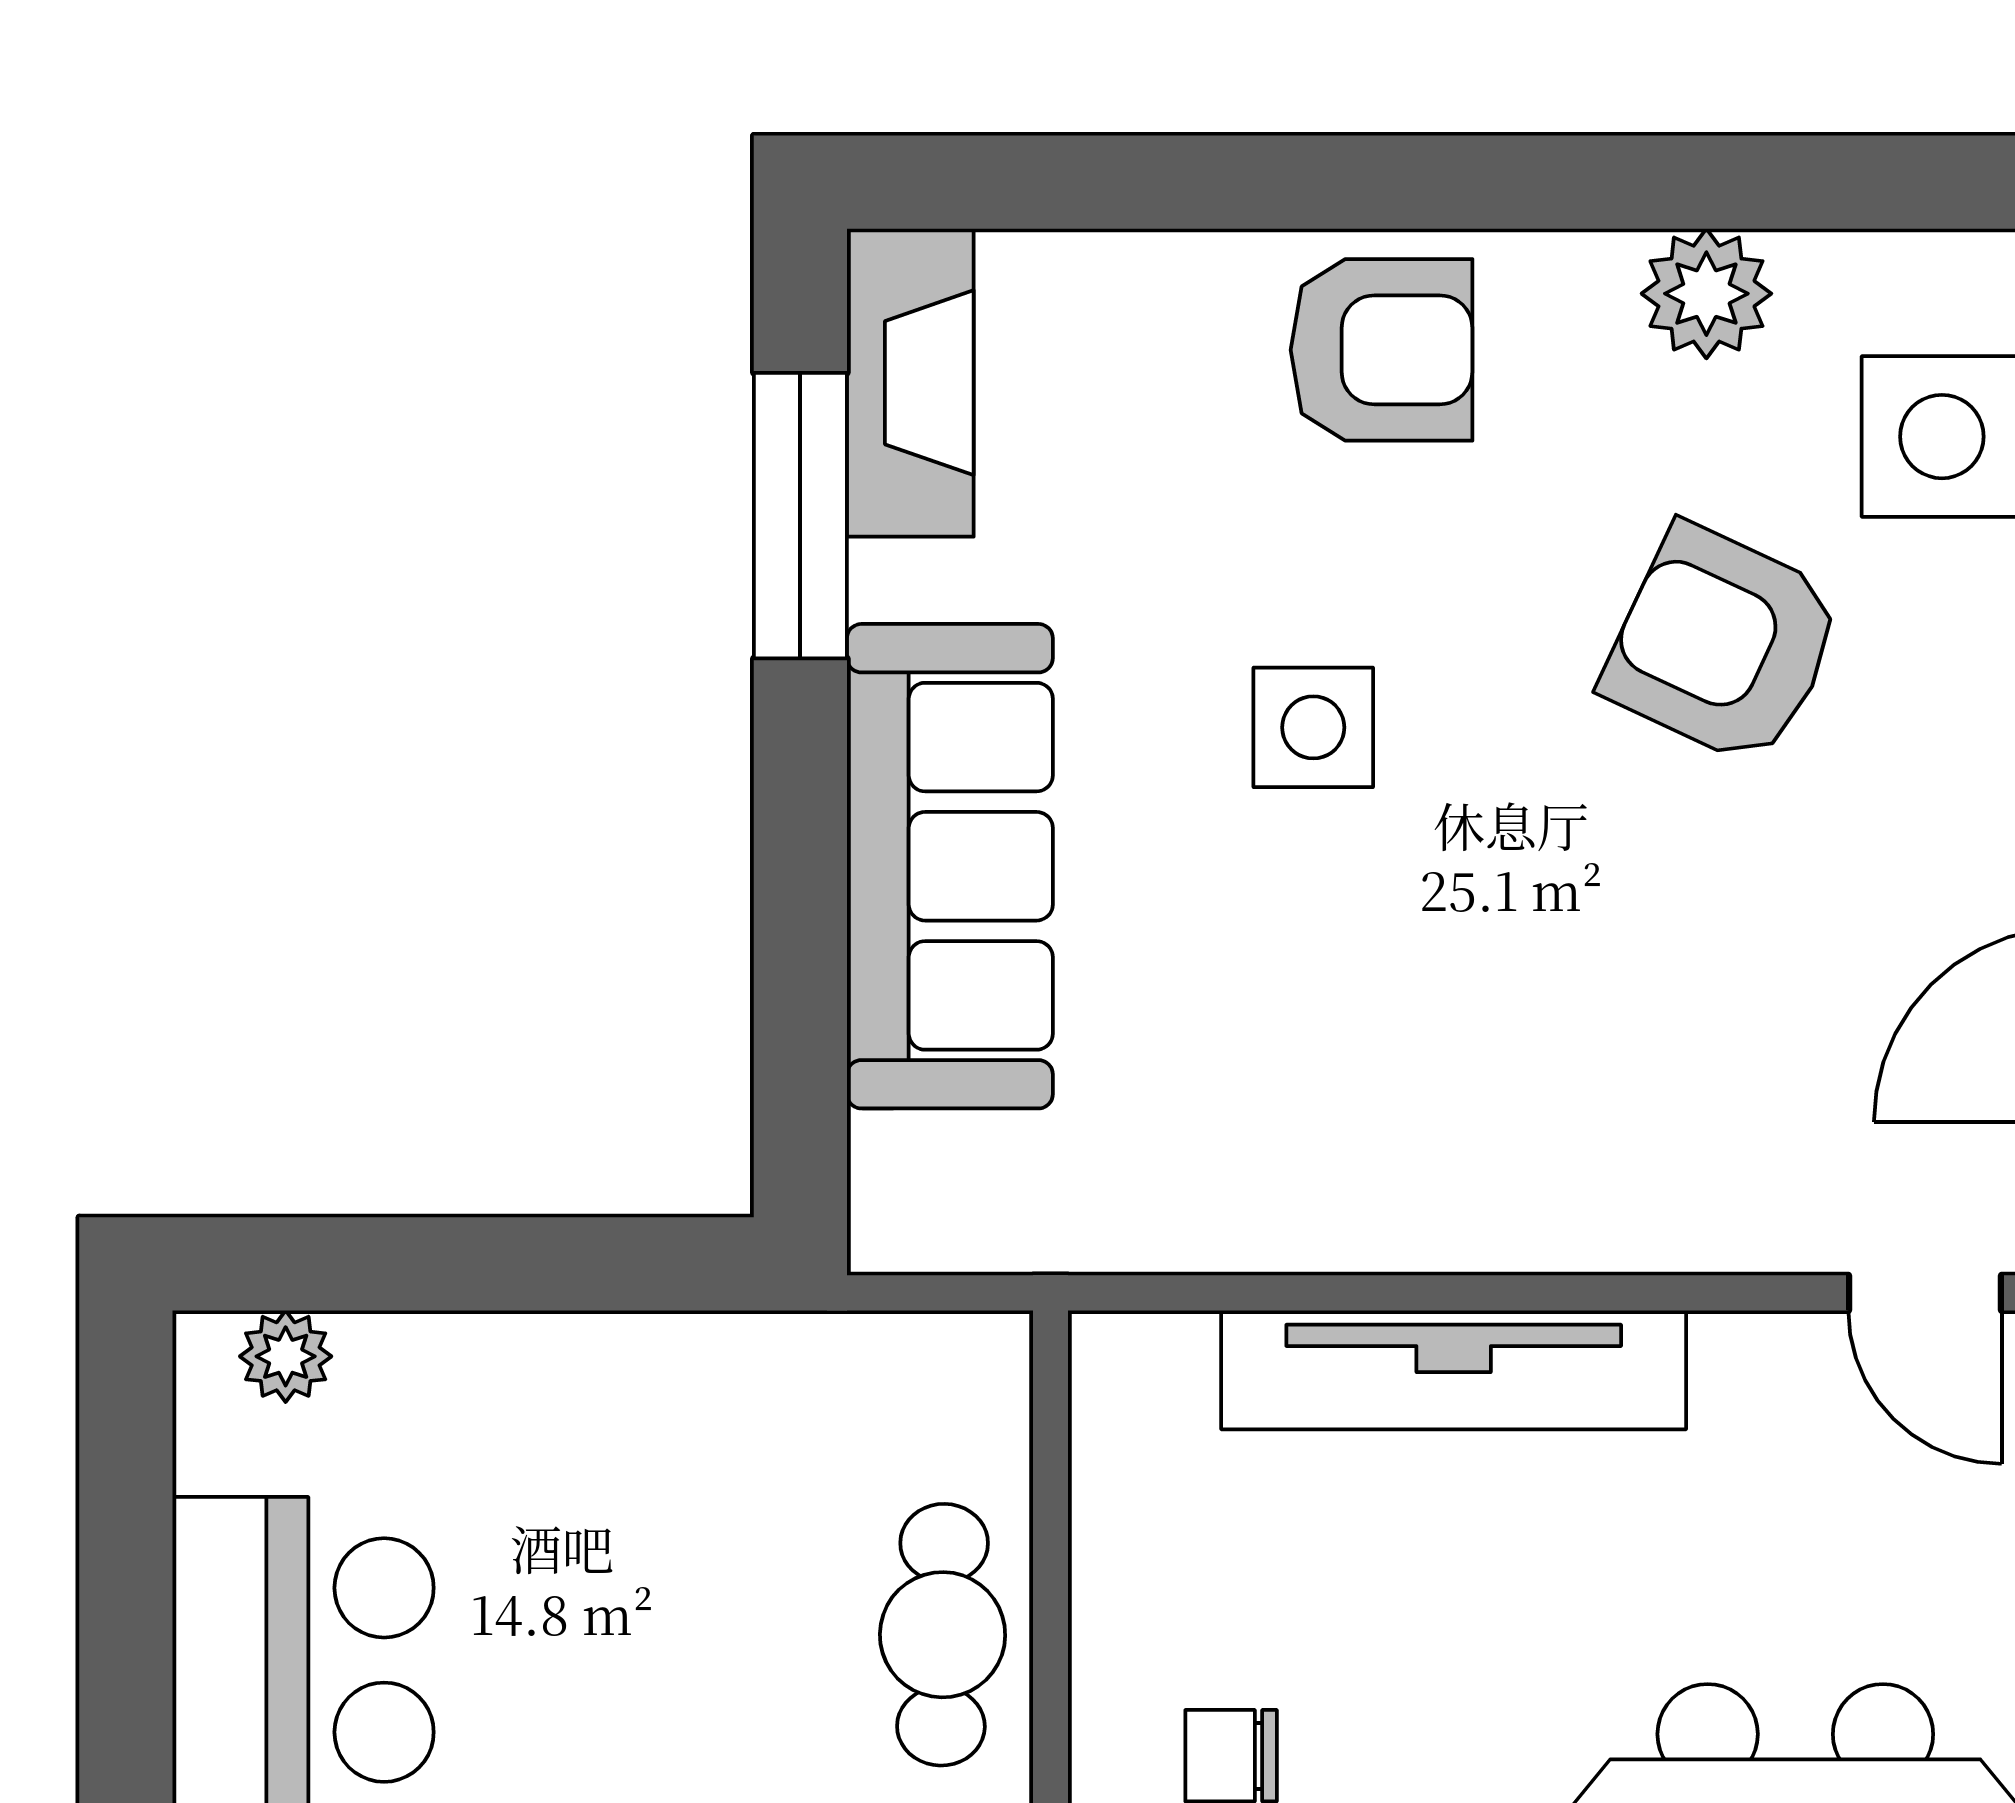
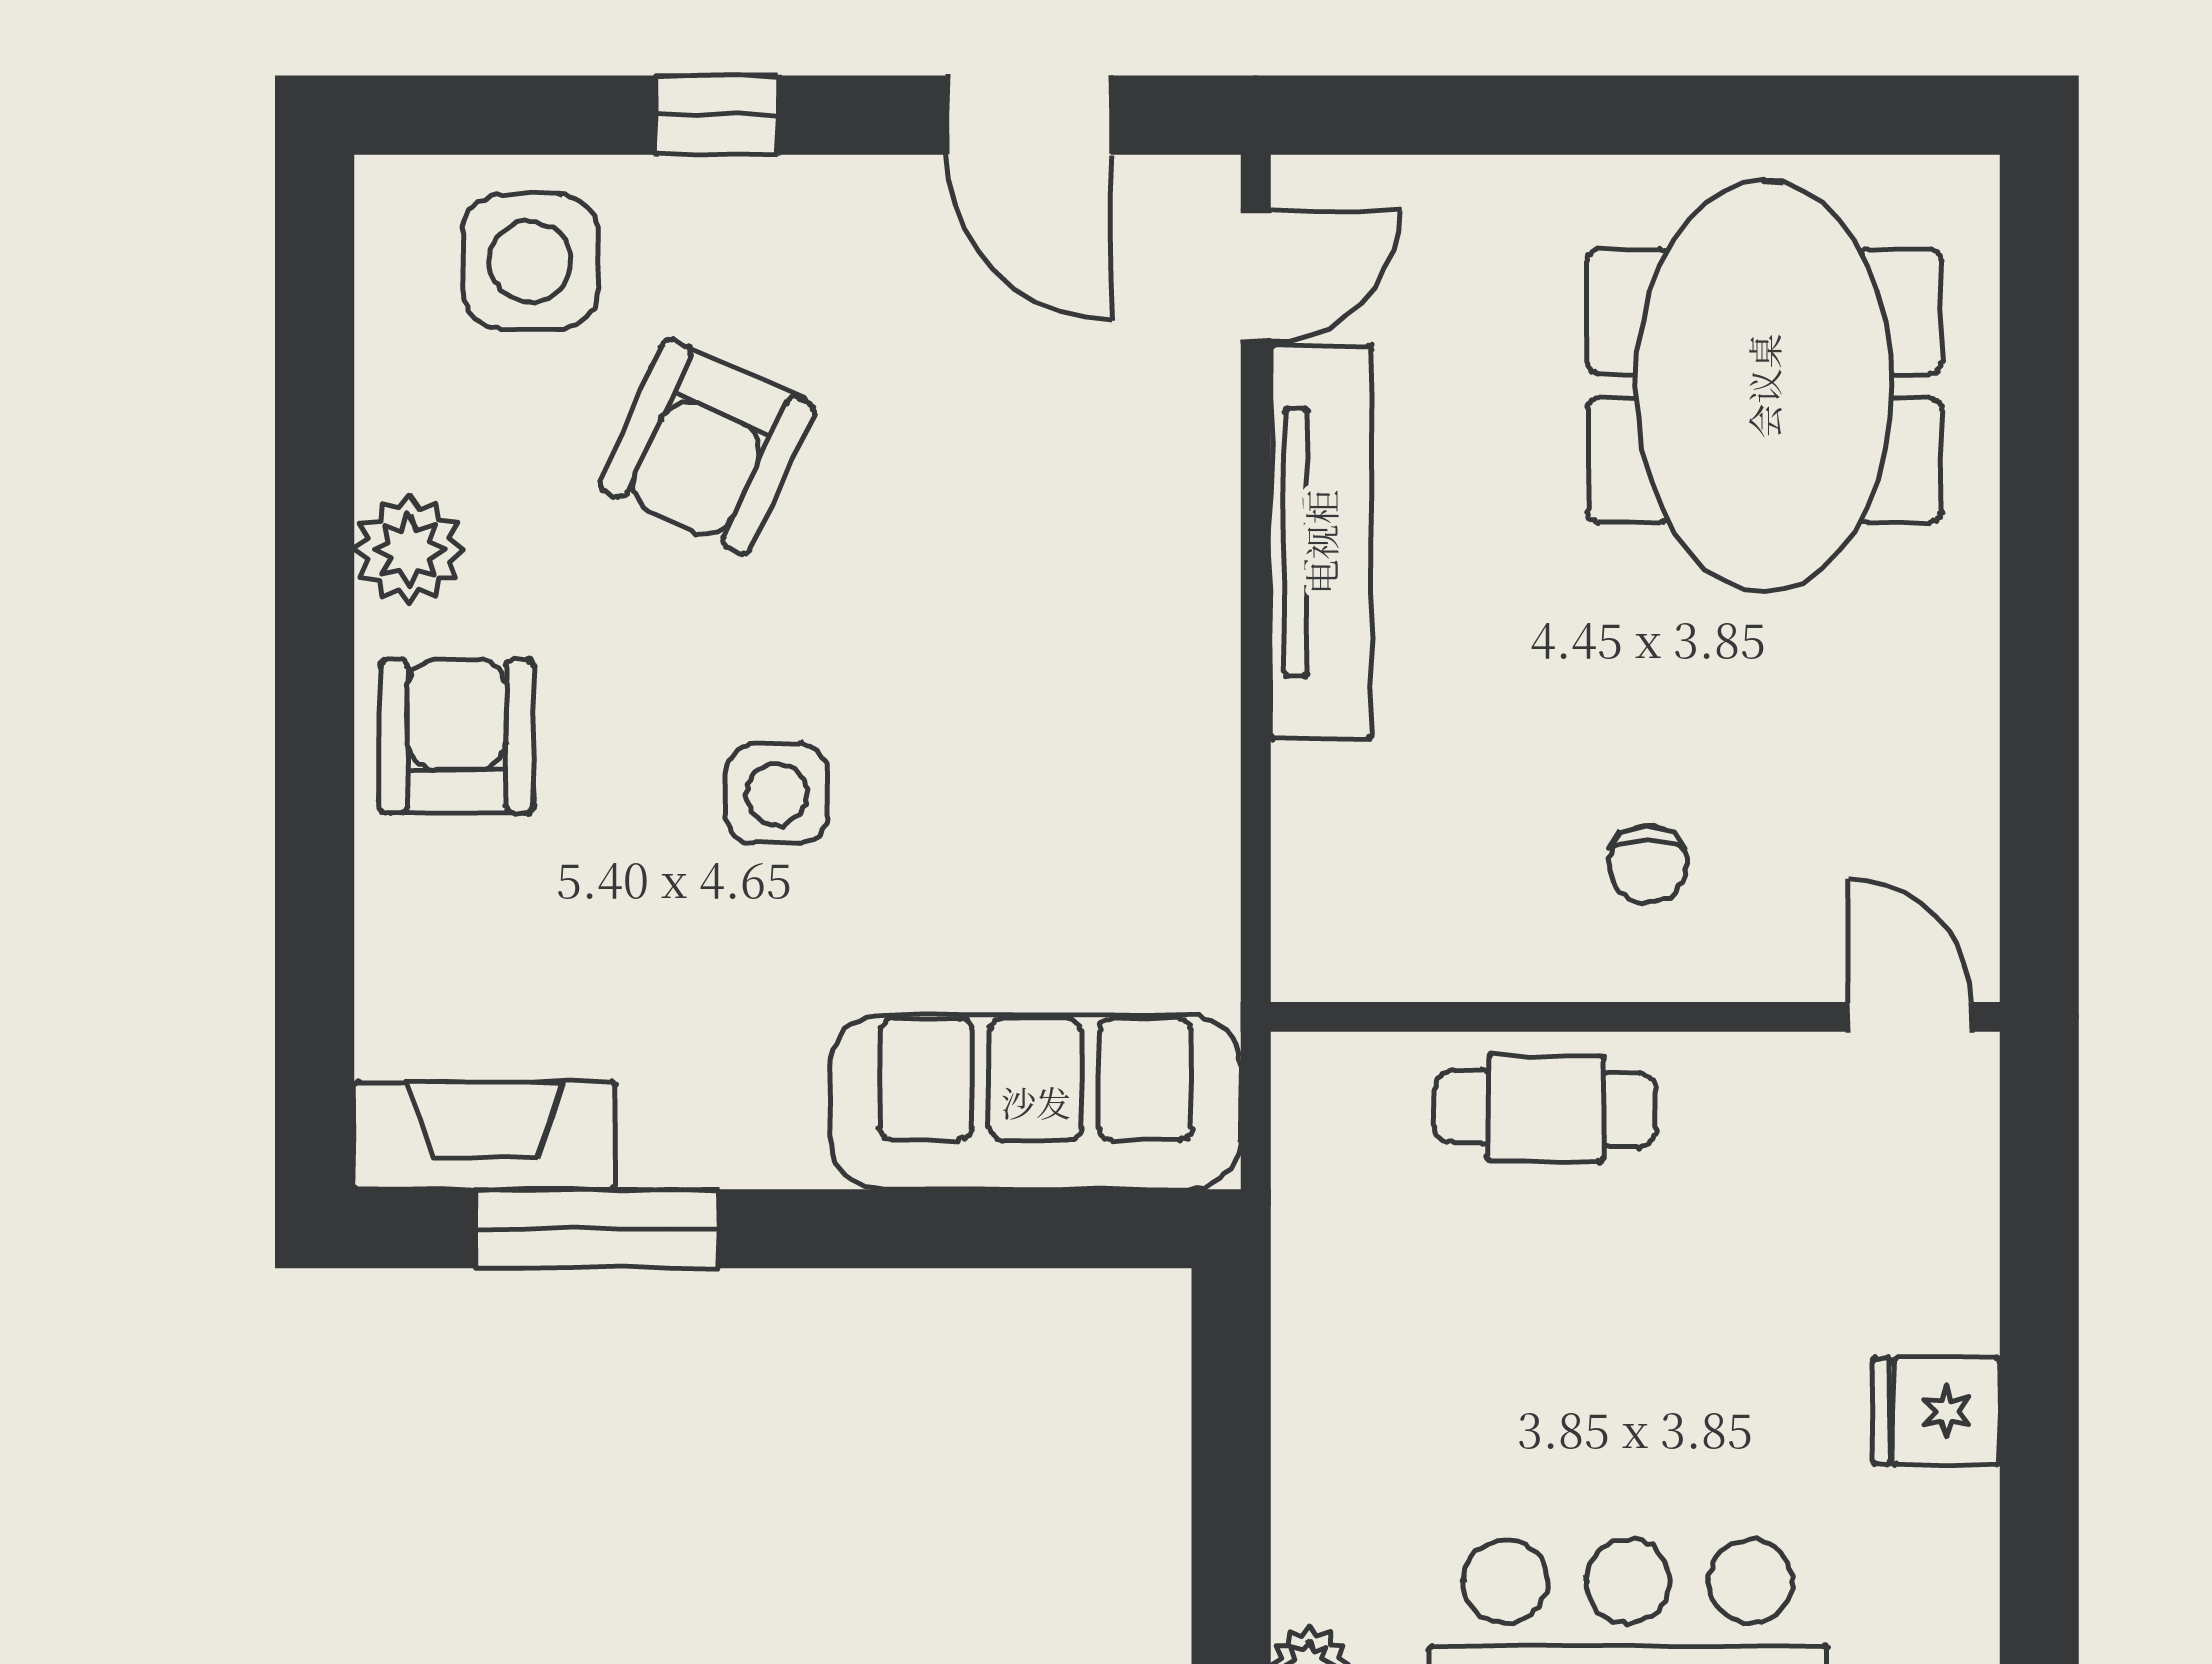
plant: (1706, 294) -> (409, 550), moved
sofa: (950, 866) -> (1036, 1102), moved
tv unit: (1454, 1370) -> (1321, 542), moved

